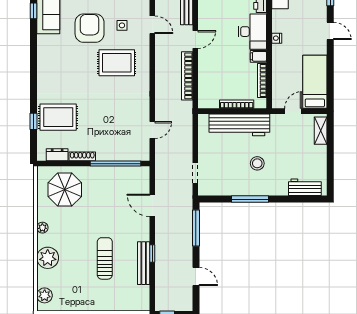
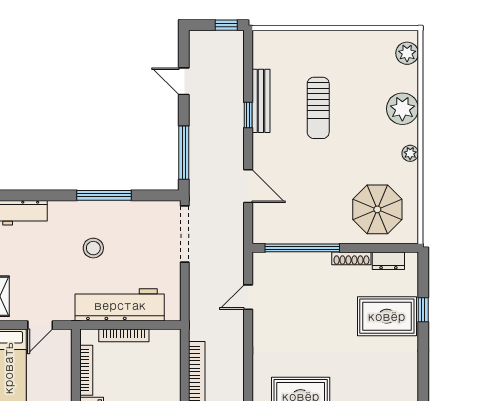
doorway: (195, 173) -> (185, 234), width x1.88

